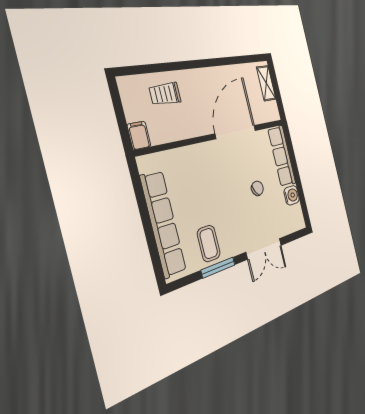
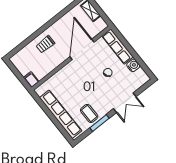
trolley: (165, 94) -> (45, 44), moved

